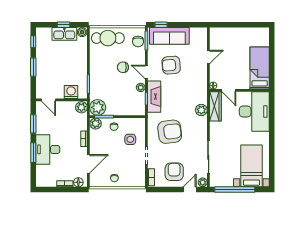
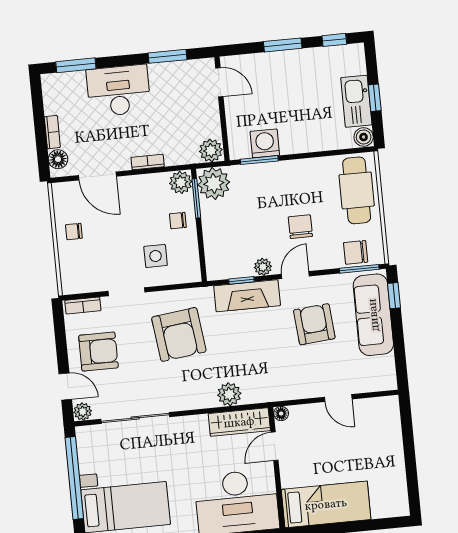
washing machine: (71, 92) -> (265, 143), moved, turned -90
door: (48, 100) -> (219, 82), swing flipped
window: (33, 153) -> (76, 65), moved

